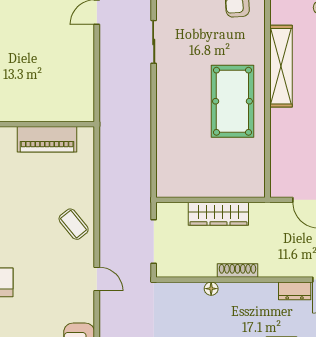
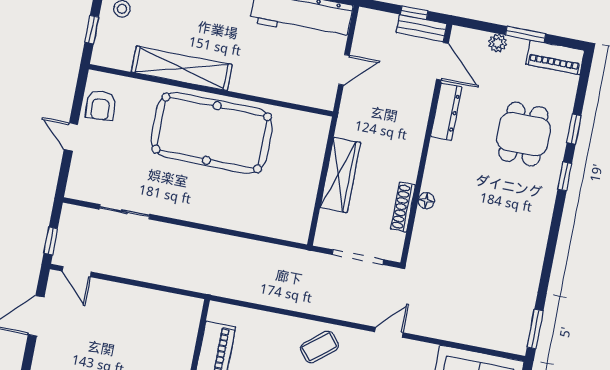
pool table: (232, 101) -> (212, 133), width x1.36, depth x1.32
shoe rack: (238, 271) -> (403, 207), moved
dresser: (295, 291) -> (446, 112), width x1.44

